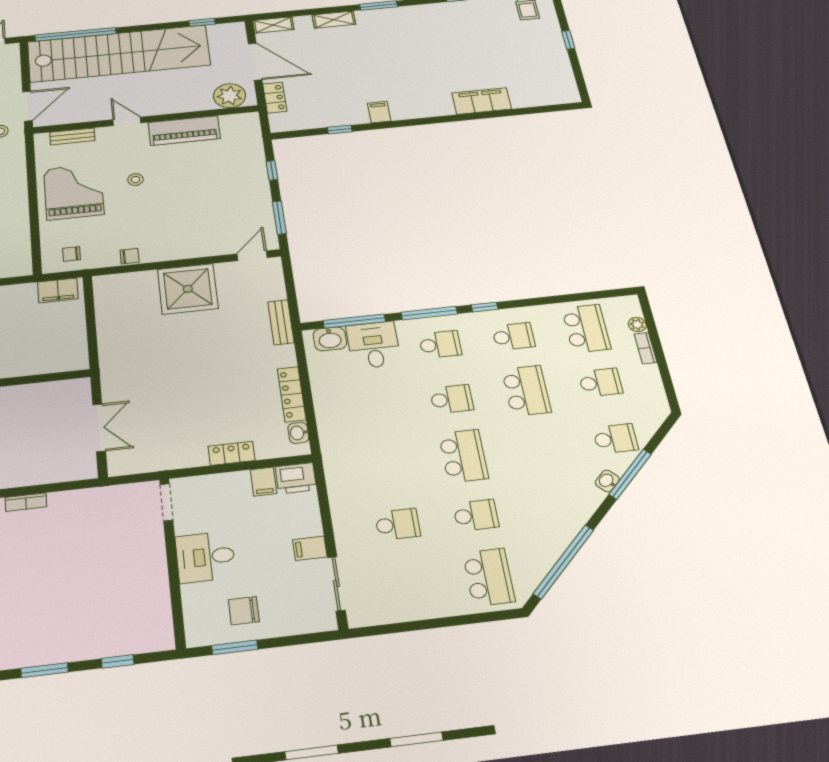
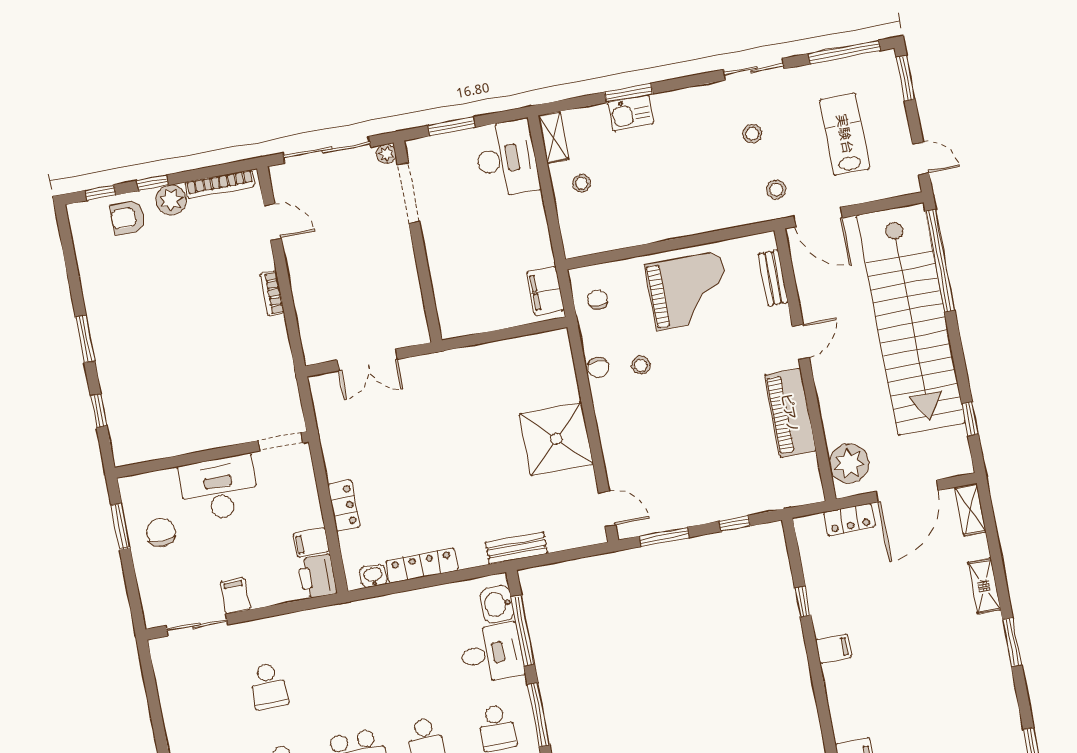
stool: (135, 180) -> (641, 365), moved
desk: (205, 557) -> (219, 488), width x1.37

